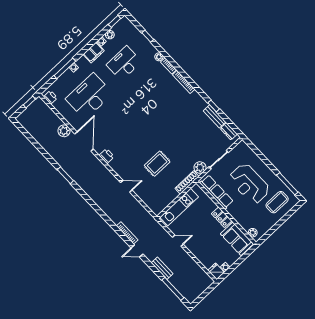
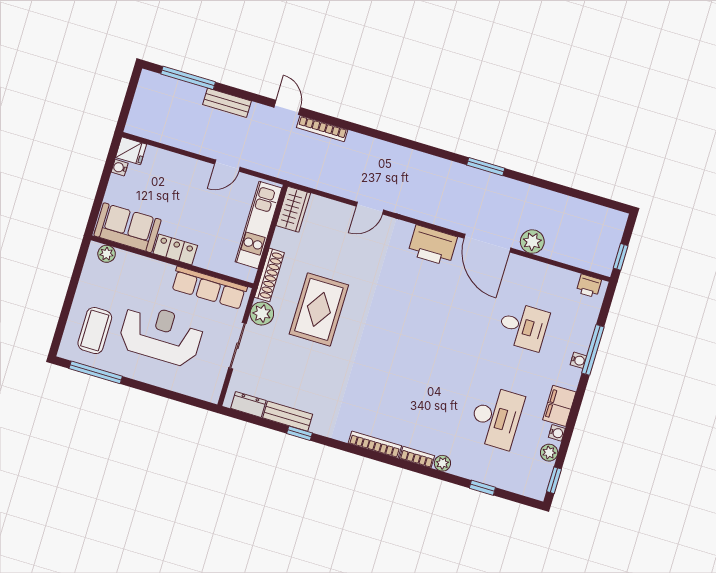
desk: (89, 96) -> (523, 326), width x0.53, depth x0.77
printer: (107, 156) -> (432, 246), width x1.87, depth x1.48
rug: (157, 164) -> (319, 309), moved, width x1.36, depth x1.43
wardrobe: (160, 205) -> (293, 209), added
door: (137, 251) -> (287, 107), hinge flipped

